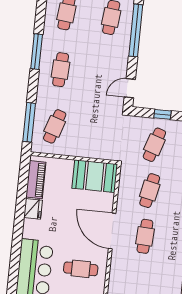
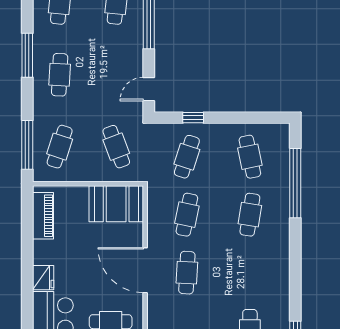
cafe table: (99, 131) -> (116, 147), added
fridge: (33, 209) -> (43, 278), moved

